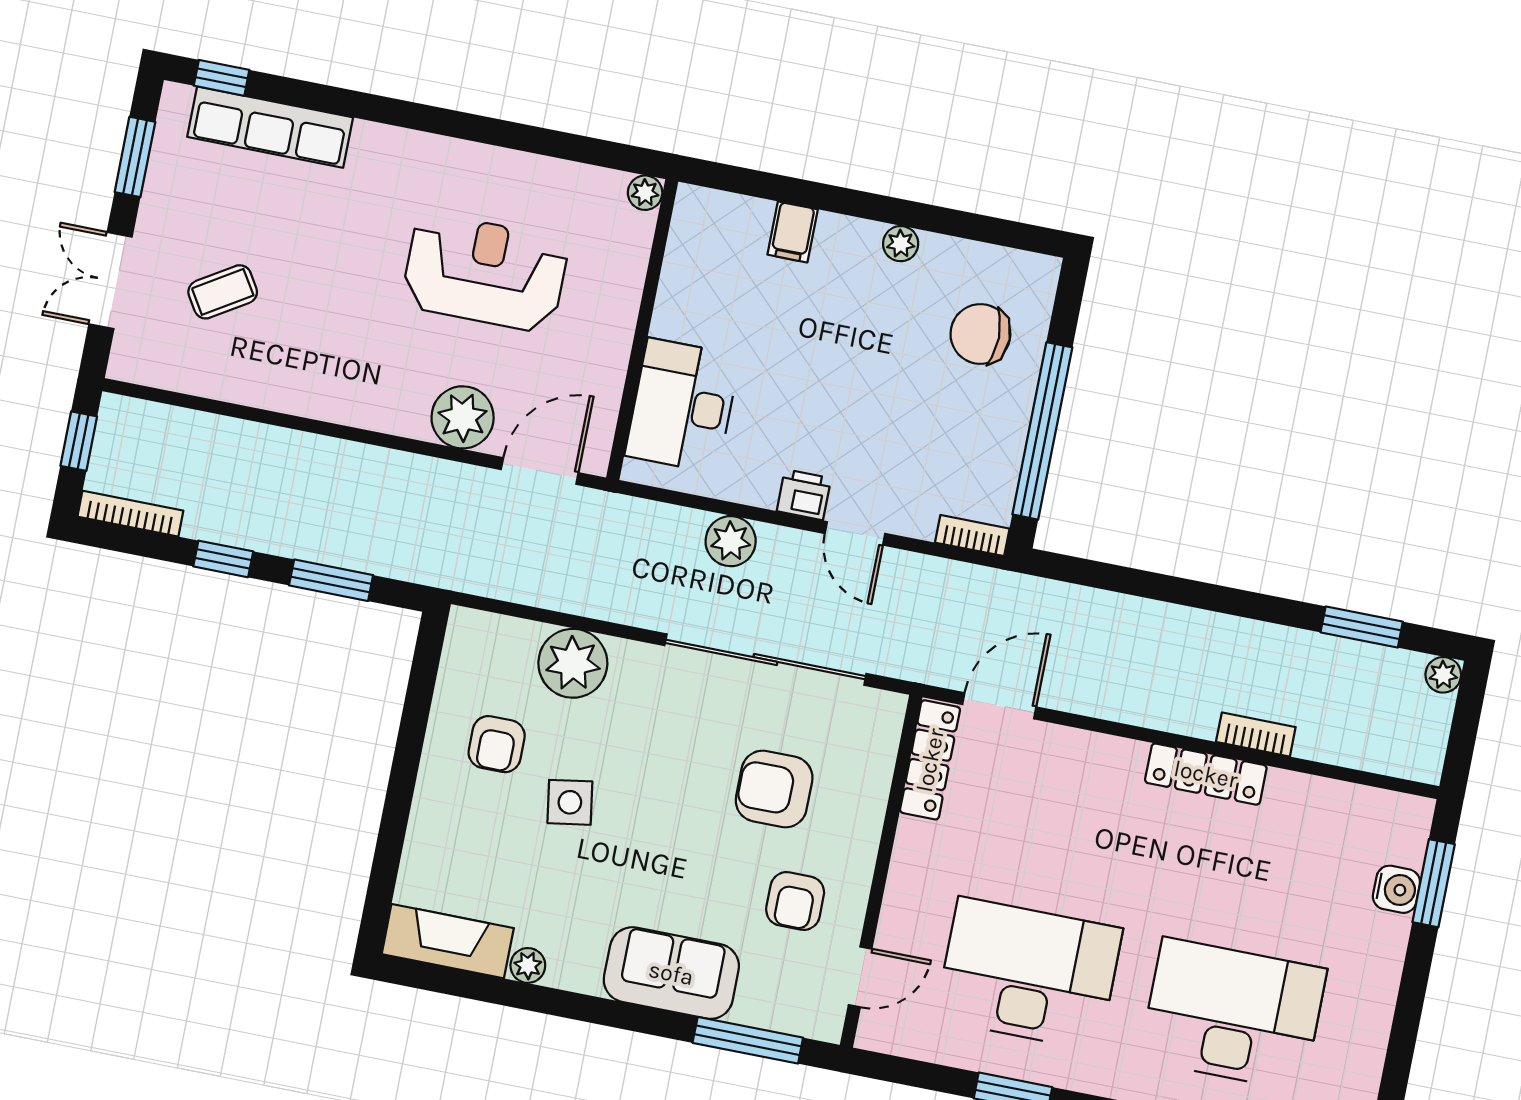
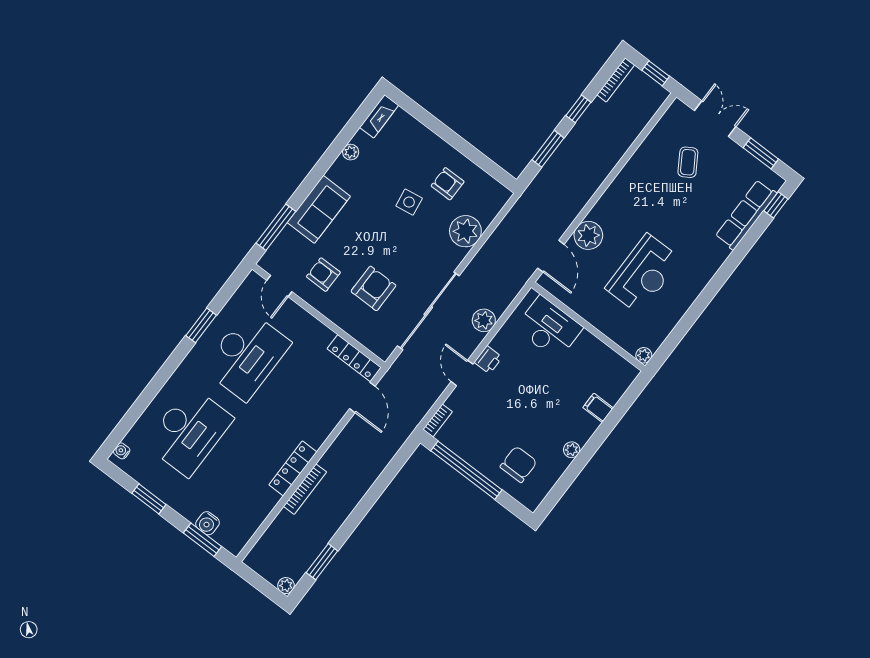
door: (855, 533) -> (462, 373), hinge flipped
bookcase: (1256, 735) -> (305, 489), width x1.56
fireplace: (448, 941) -> (379, 116), width x0.73, depth x0.76
window: (1405, 1028) -> (149, 499), added

